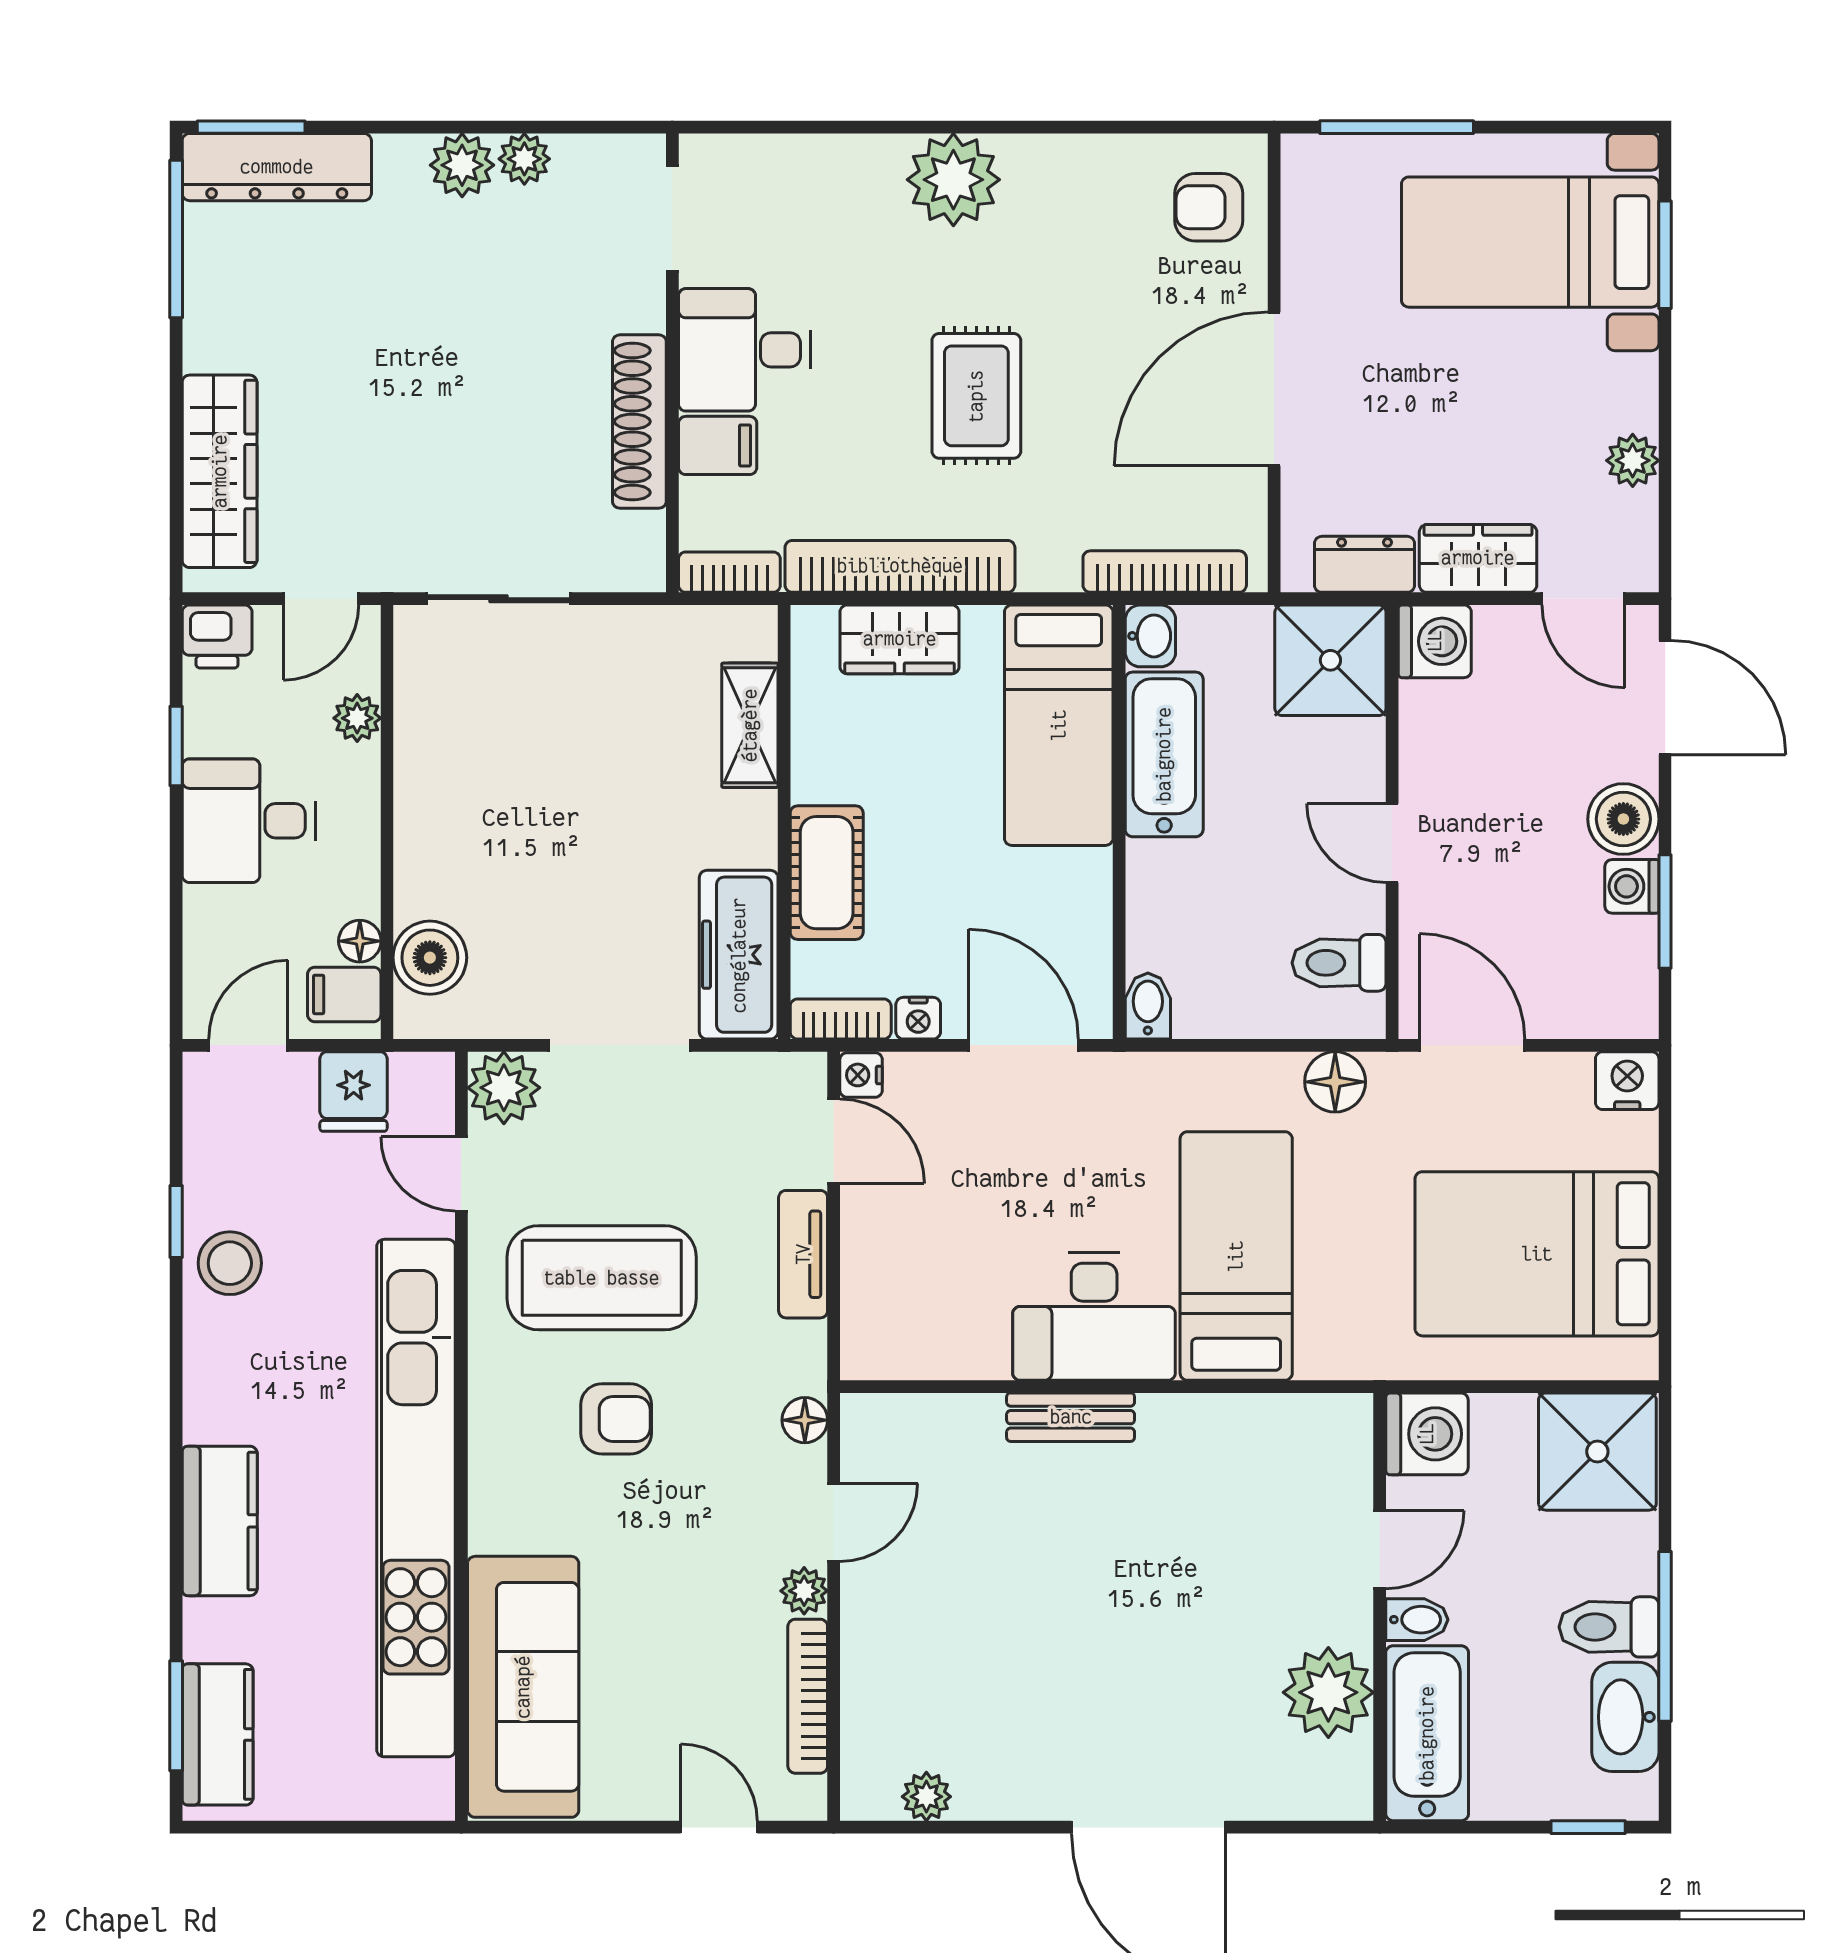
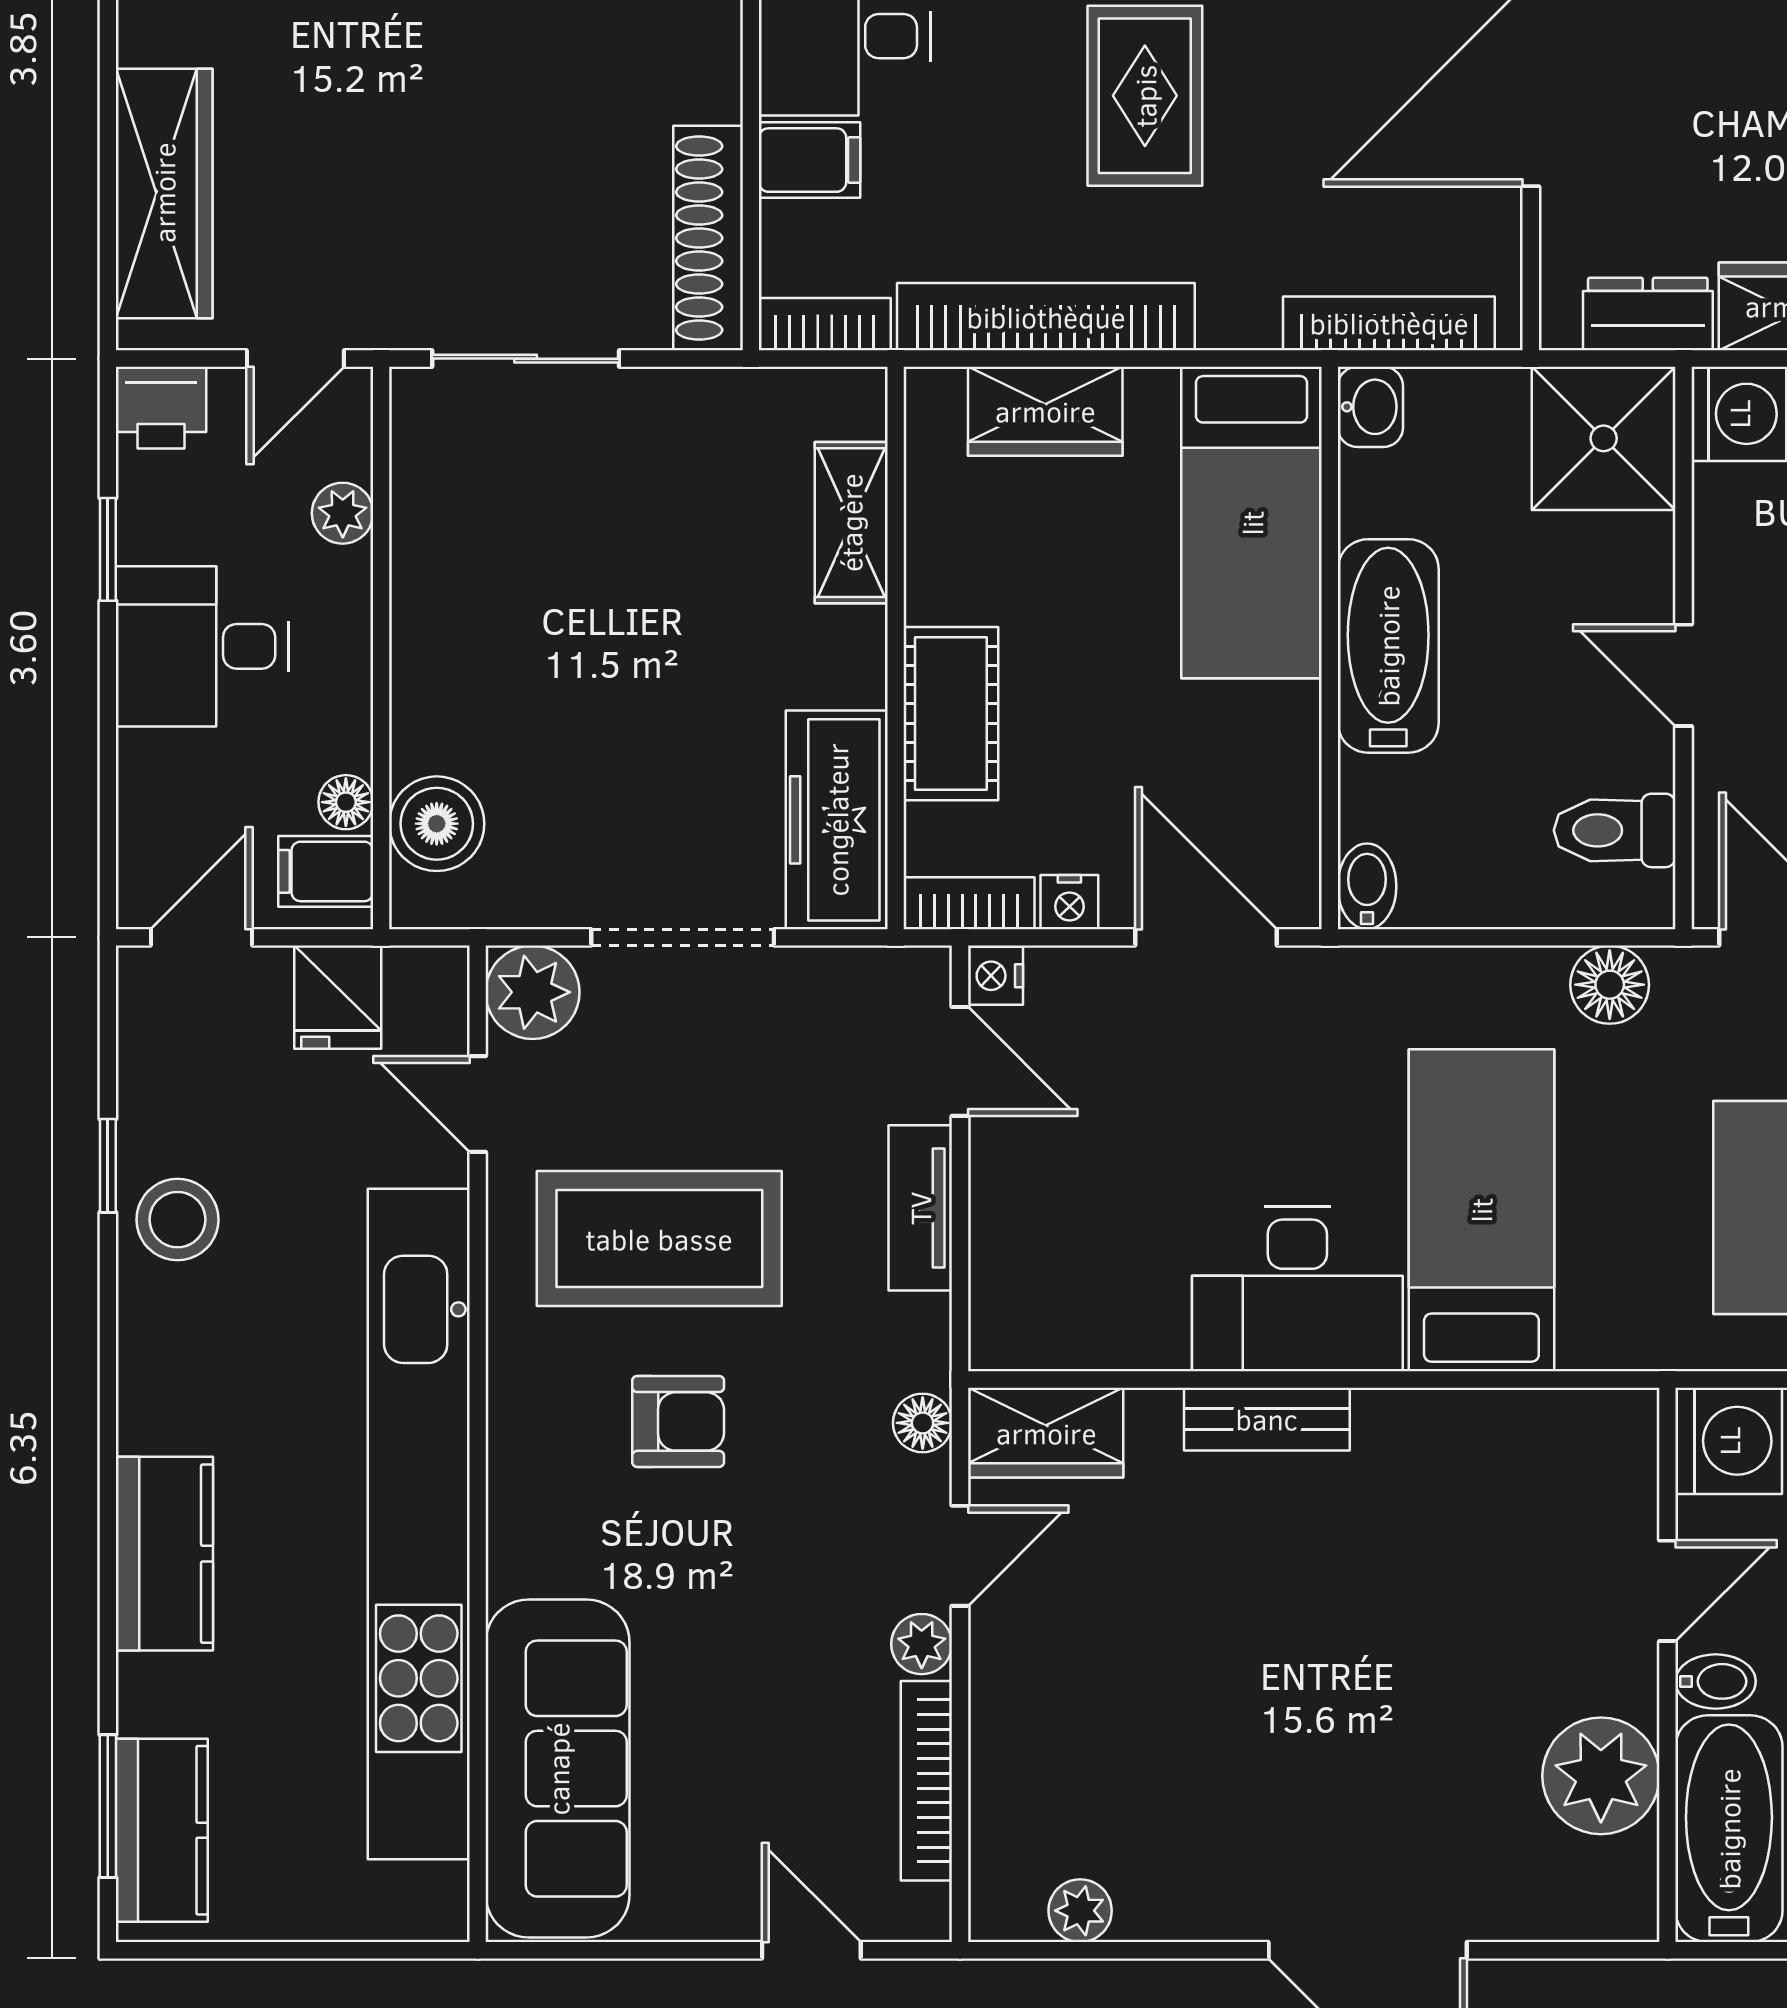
shoe rack: (639, 422) -> (708, 238), moved
bathtub: (1164, 754) -> (1388, 646), moved
wardrobe: (900, 1427) -> (1046, 1433), added

